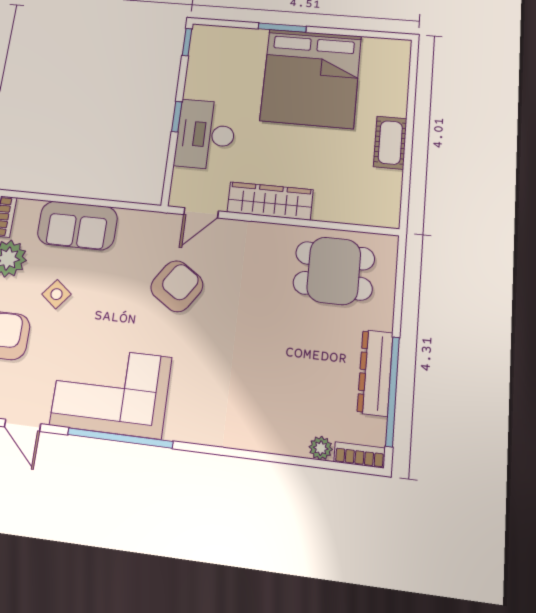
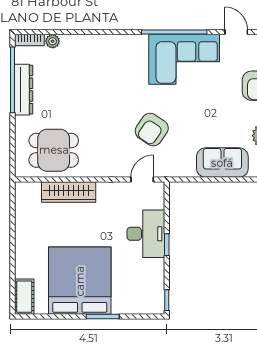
cot: (390, 143) -> (24, 297), moved
wardrobe: (270, 201) -> (69, 192), moved
side table: (57, 294) -> (229, 116), removed

